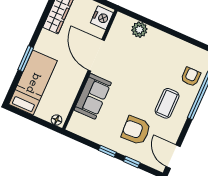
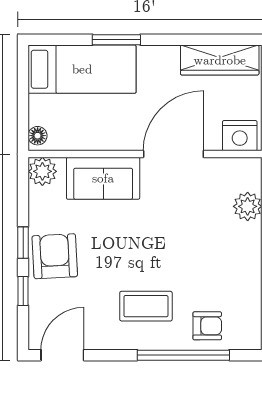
plant: (76, 125) -> (42, 171), added
armchair: (136, 130) -> (55, 256), moved

